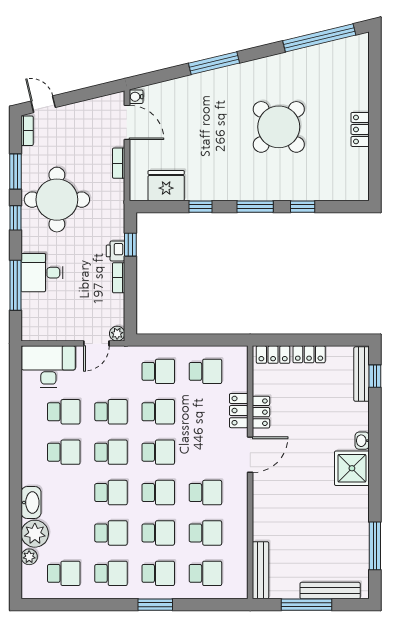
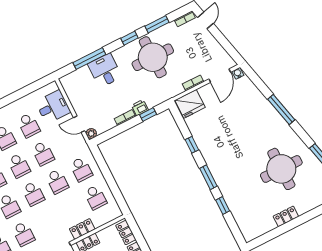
round table: (279, 127) -> (281, 169), moved, turned 45
fridge: (166, 186) -> (190, 104), moved, turned 90
desk: (48, 367) -> (53, 107), width x0.73

